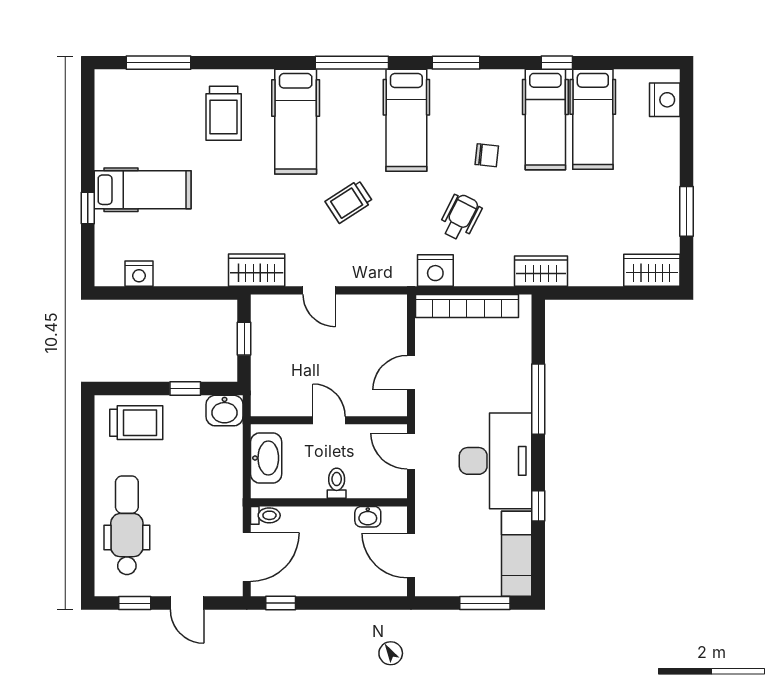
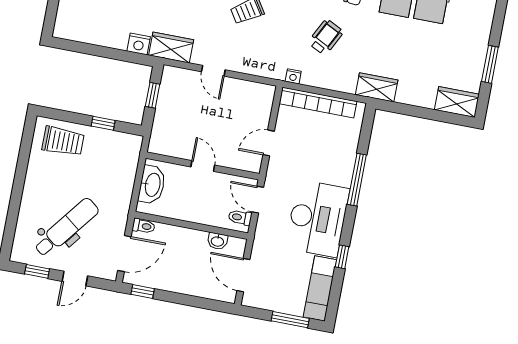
nightstand: (435, 271) -> (293, 76), width x0.53, depth x0.56
nightstand: (139, 274) -> (139, 44), moved
washbasin: (225, 411) -> (128, 145), removed
toilet: (337, 483) -> (240, 217), moved, turned -90
dental chair: (127, 525) -> (66, 227), moved, turned 38
door: (187, 603) -> (75, 279), hinge flipped

